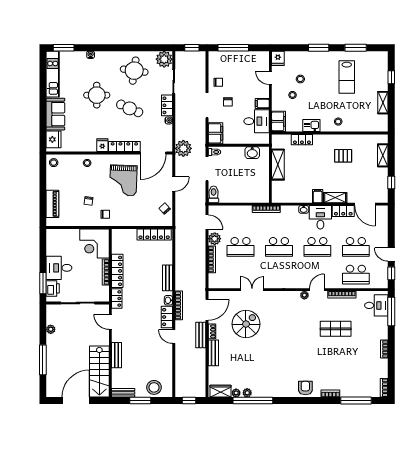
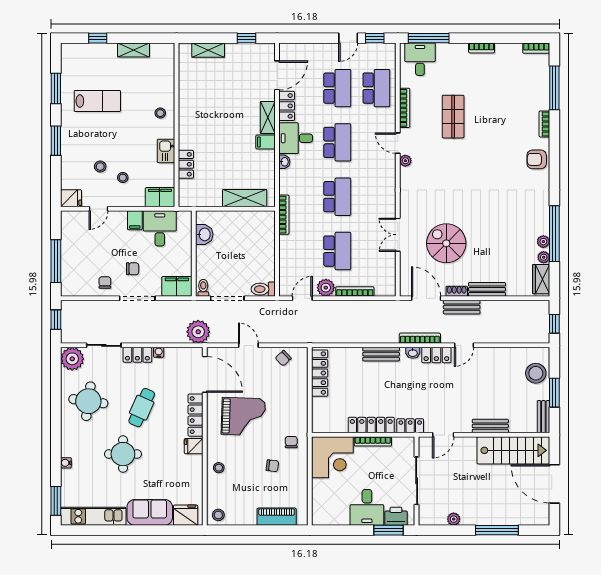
pallet: (343, 156) -> (209, 106), removed
shelving: (278, 165) -> (245, 198), moved

